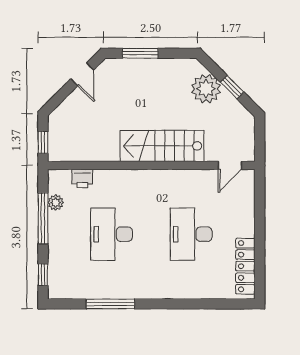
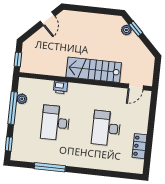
window: (140, 53) -> (86, 9), removed
window: (232, 87) -> (136, 29), moved
plant: (206, 89) -> (126, 30), width x0.53, depth x0.53
printer: (82, 178) -> (60, 87), moved
locker: (245, 266) -> (139, 146), width x0.66

